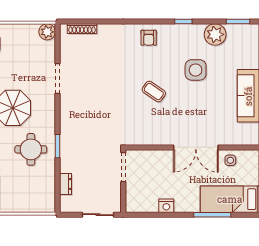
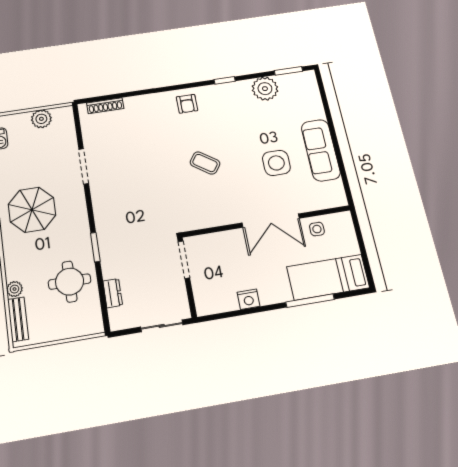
plant: (47, 32) -> (41, 119), moved
side table: (196, 70) -> (276, 163), moved
round table: (31, 149) -> (70, 282), moved

